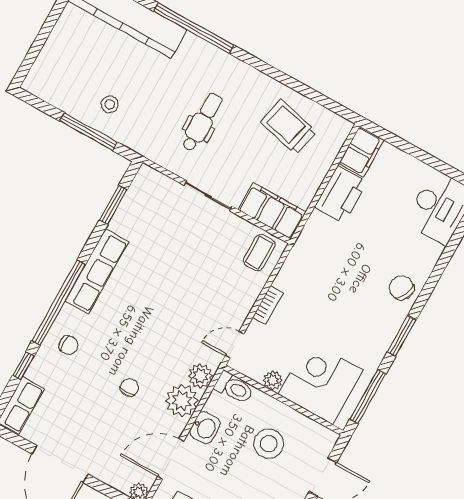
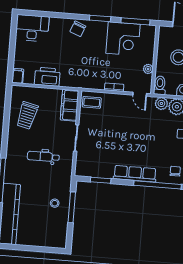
filing cabinet: (361, 152) -> (18, 76), width x0.50
corner desk: (321, 382) -> (123, 39), moved, turned -90

